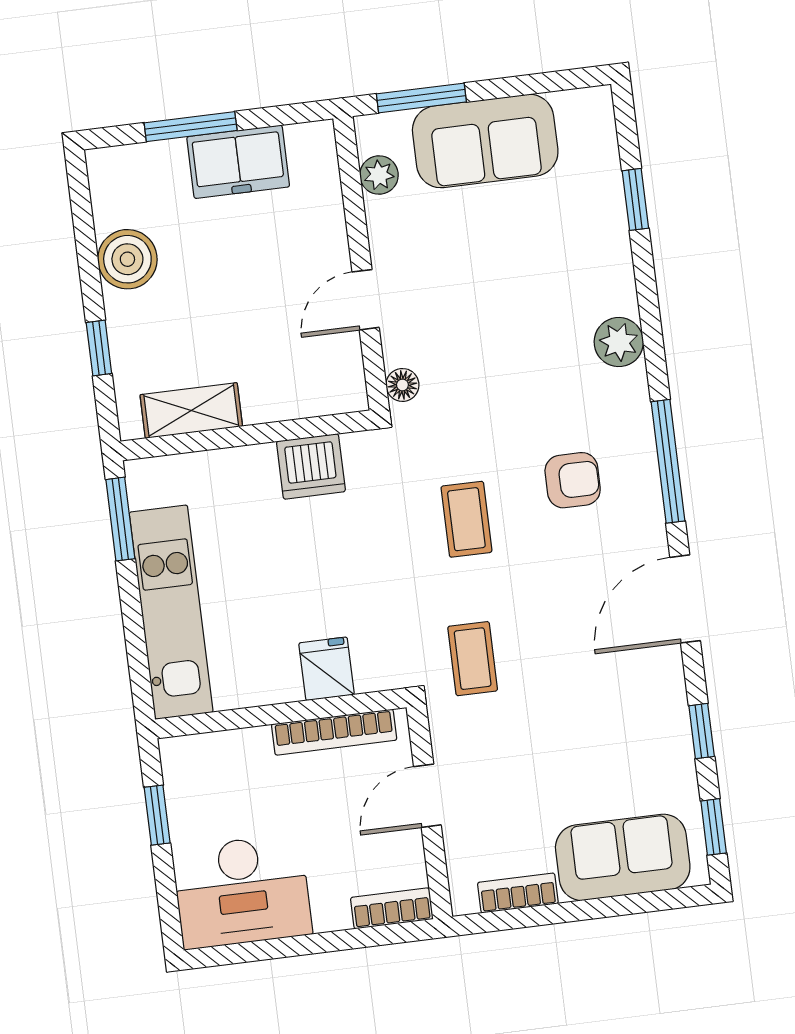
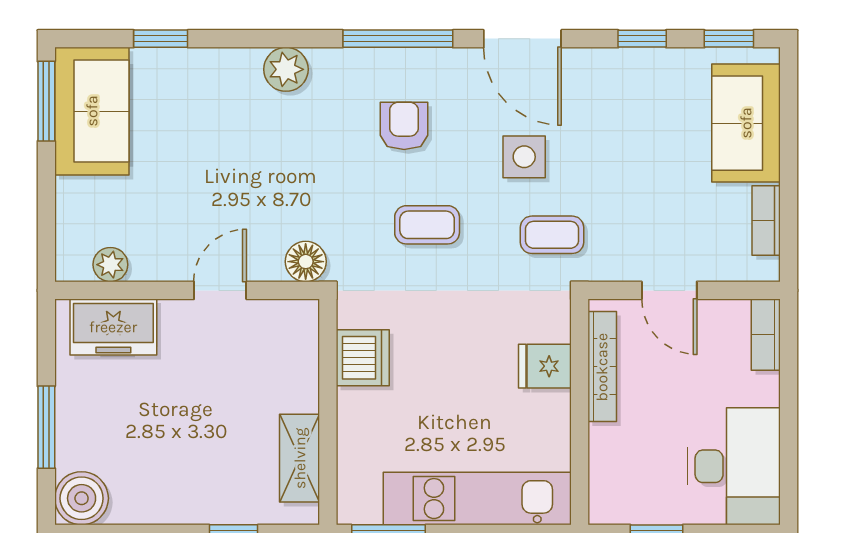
window: (421, 98) -> (46, 101), moved
sofa: (485, 141) -> (92, 111), moved
freezer: (238, 162) -> (113, 327), moved, turned 90
boiler: (127, 259) -> (82, 498), moved
door: (366, 300) -> (220, 290), swing flipped
floor lamp: (402, 385) -> (306, 262), width x1.37, depth x1.37
side table: (555, 617) -> (524, 157), added

